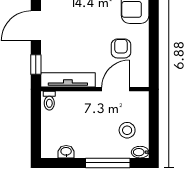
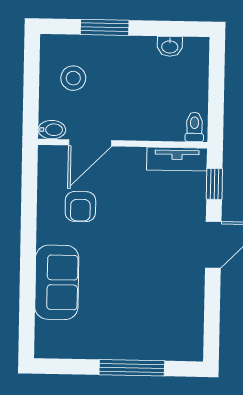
tv unit: (68, 80) -> (177, 159), width x0.71
bidet: (140, 152) -> (52, 130), moved
window: (108, 163) -> (105, 27), width x0.69

